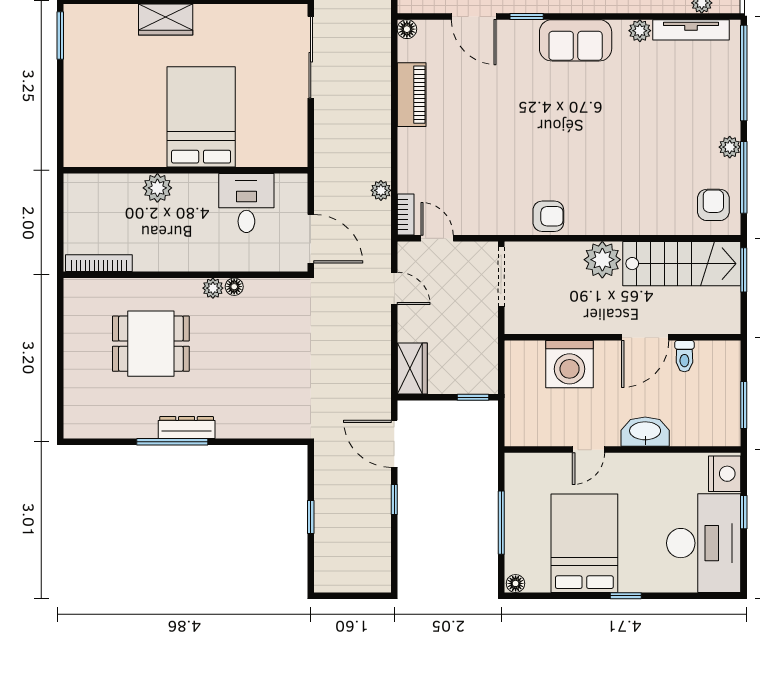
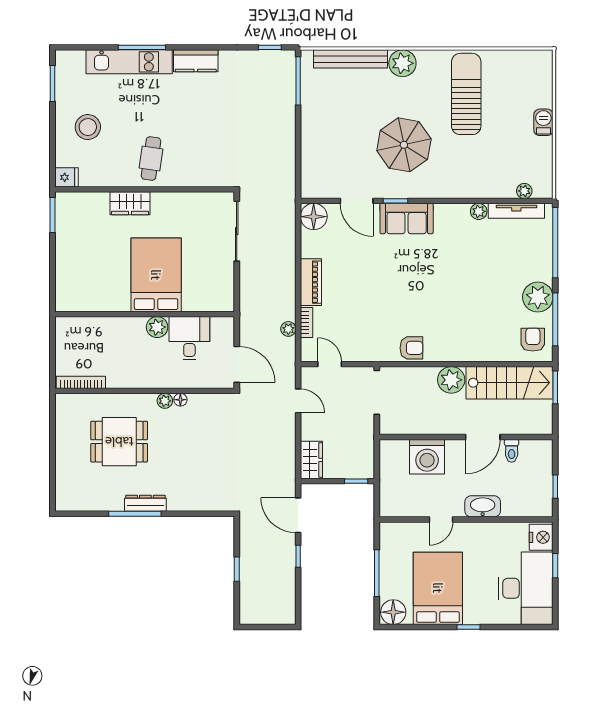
floor lamp: (407, 29) -> (314, 217), width x1.89, depth x1.89
sofa: (576, 40) -> (407, 219), moved
piano: (412, 95) -> (311, 282), moved
plant: (730, 147) -> (538, 297), width x1.88, depth x1.88
plant: (157, 188) -> (157, 327), moved
bookcase: (406, 214) -> (306, 322), moved
window: (744, 405) -> (555, 487), width x0.67
floor lamp: (516, 583) -> (393, 612), width x1.89, depth x1.89

